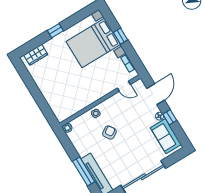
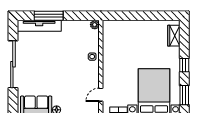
window: (81, 15) -> (184, 95), added
armchair: (109, 132) -> (69, 58), removed

